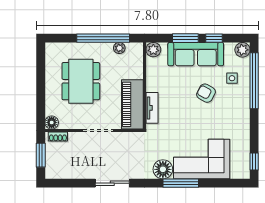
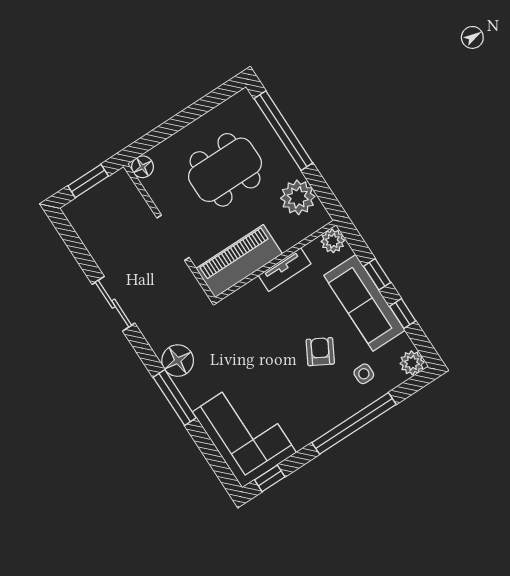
window: (103, 38) -> (283, 131), moved
window: (185, 38) -> (377, 274), width x0.67
plant: (119, 48) -> (298, 197), width x1.87, depth x1.87
window: (254, 81) -> (354, 423), moved
tv unit: (152, 108) -> (285, 270), moved
shoe rack: (58, 137) -> (129, 188), removed
corner sofa: (202, 159) -> (244, 432), moved

